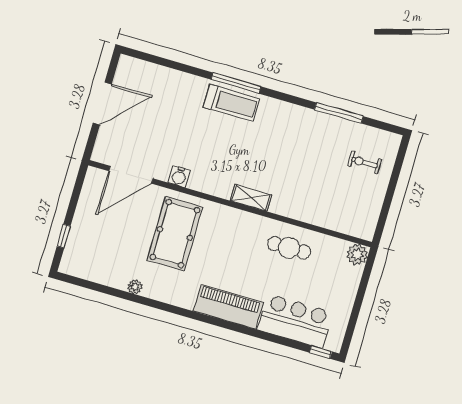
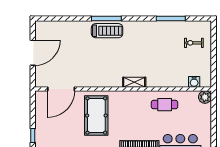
water cooler: (179, 176) -> (194, 82), moved

